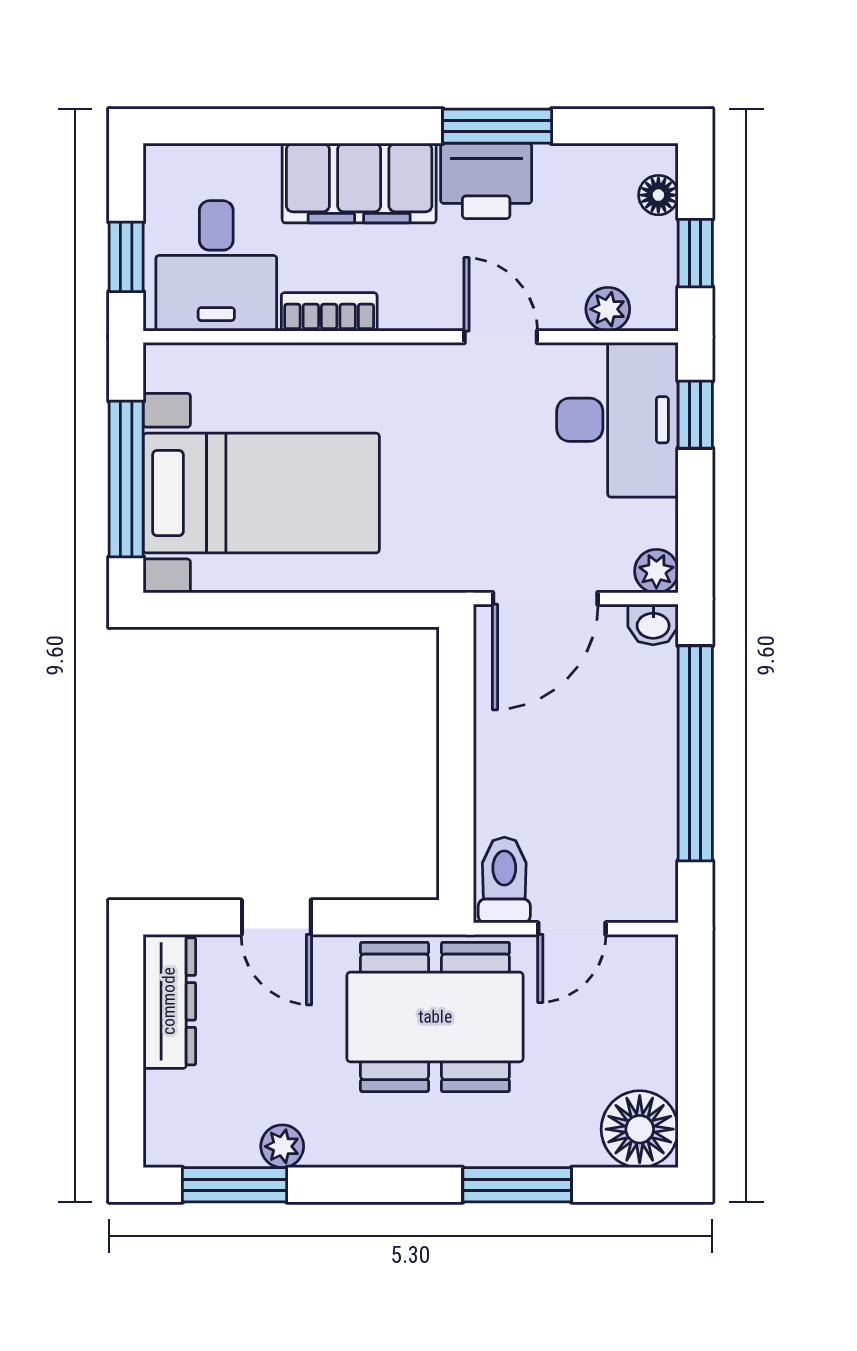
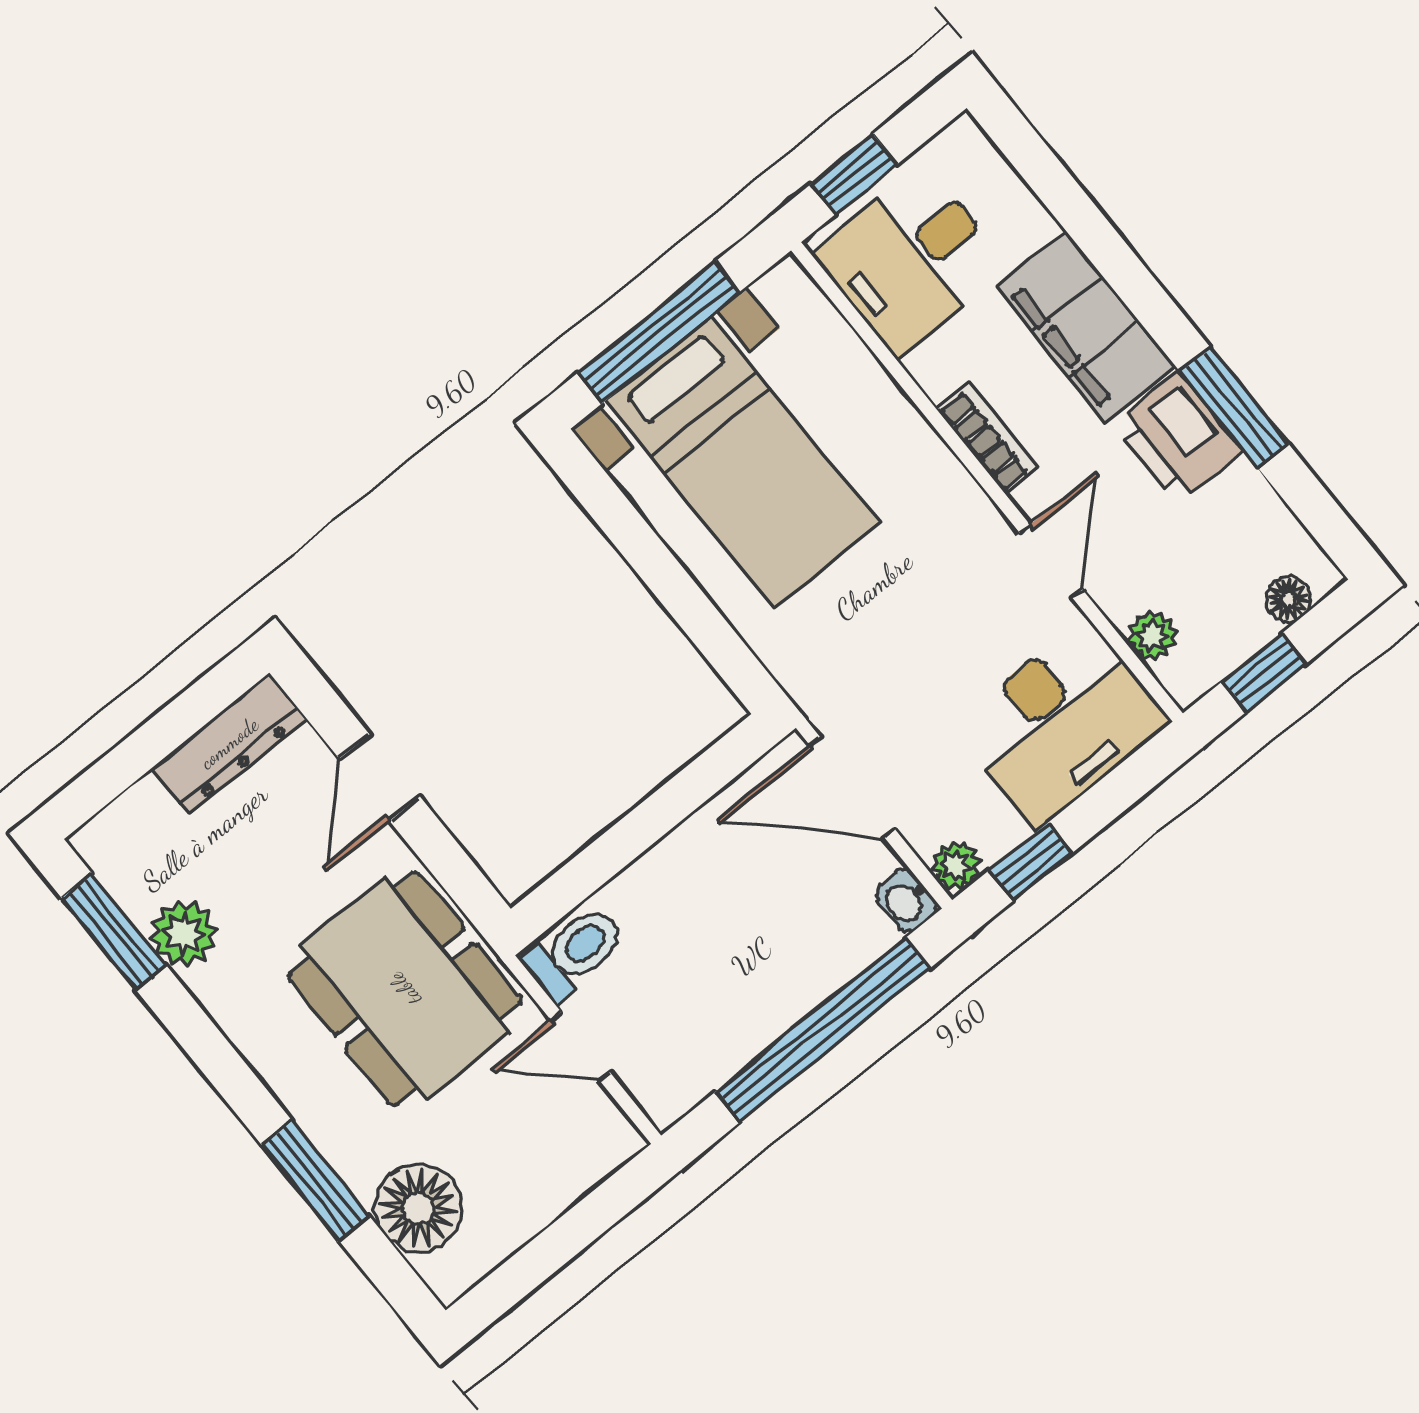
bookcase: (329, 312) -> (988, 438), moved
window: (695, 415) -> (1031, 862), moved
floor lamp: (640, 1129) -> (419, 1208), moved
plant: (282, 1146) -> (183, 933), width x1.38, depth x1.38

